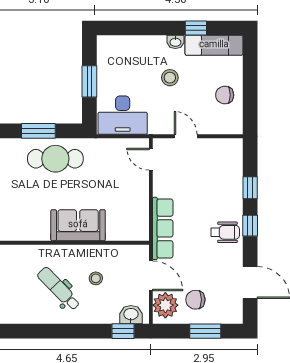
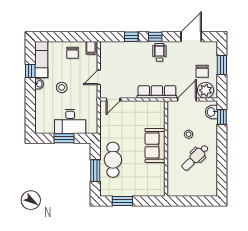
desk: (123, 115) -> (70, 121), moved, turned 90
filing cabinet: (233, 124) -> (91, 48), added

